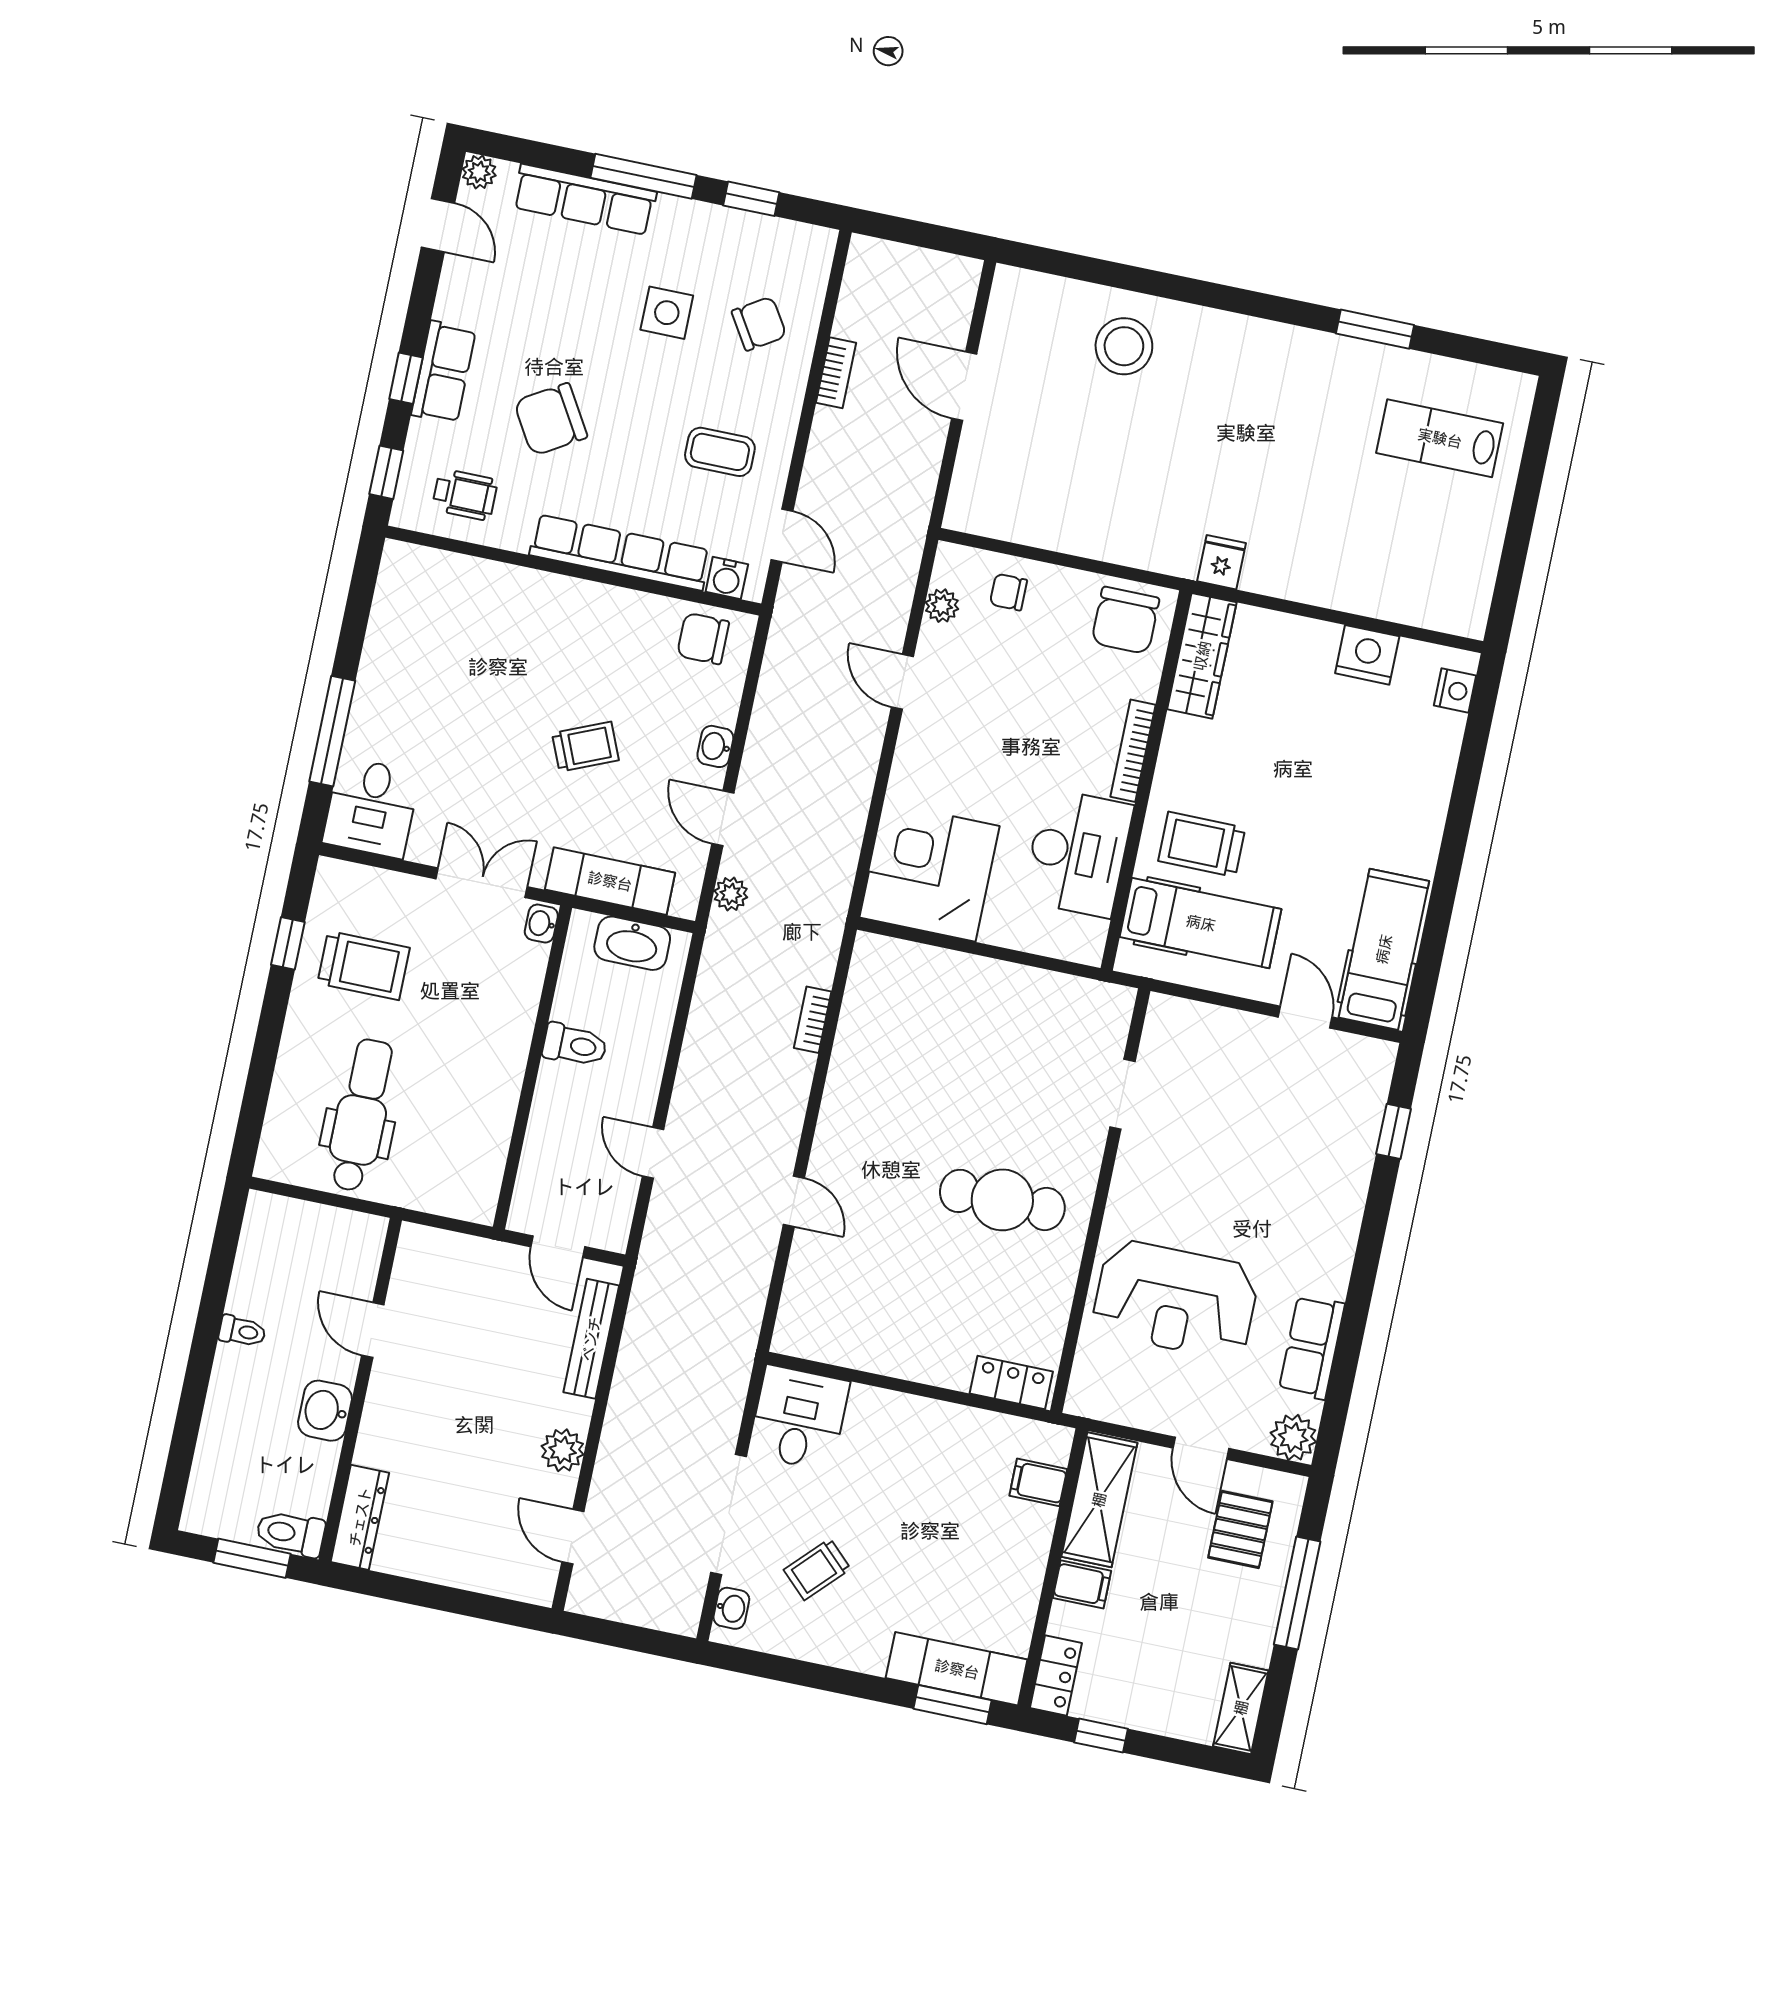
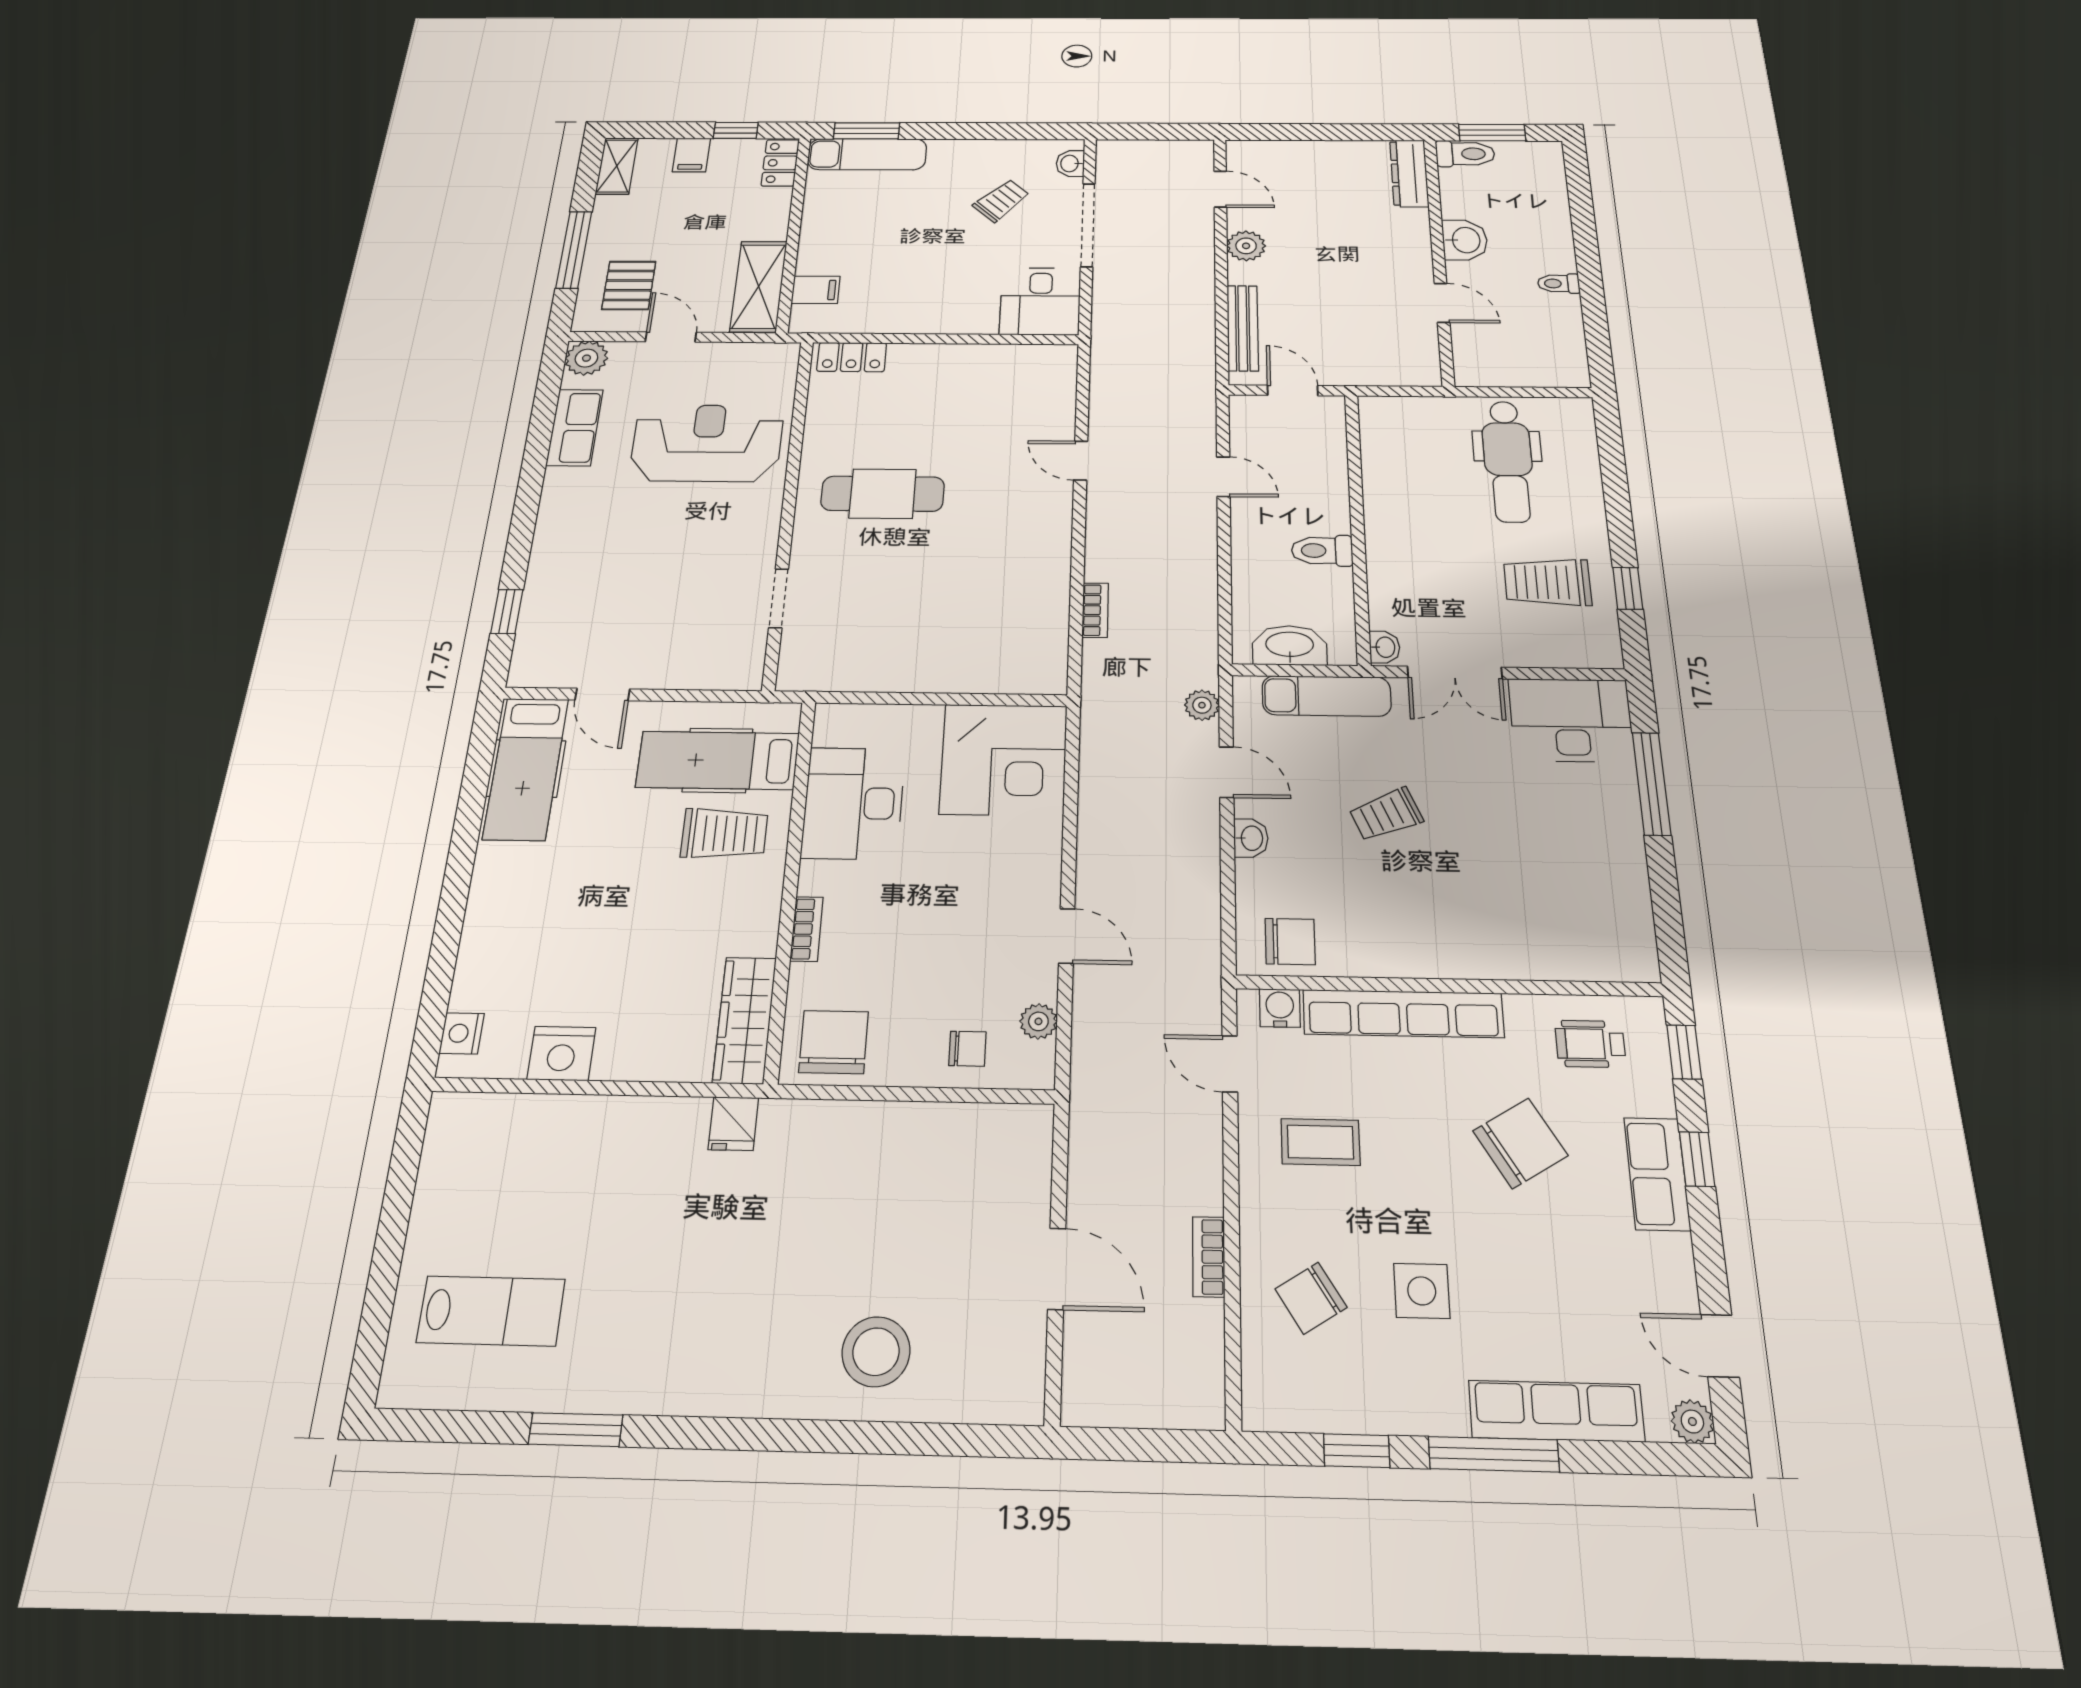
bookcase: (1133, 751) -> (806, 929), width x0.64
desk: (371, 808) -> (1571, 720), width x1.37
filing cabinet: (1082, 1584) -> (691, 155), moved, turned -90

